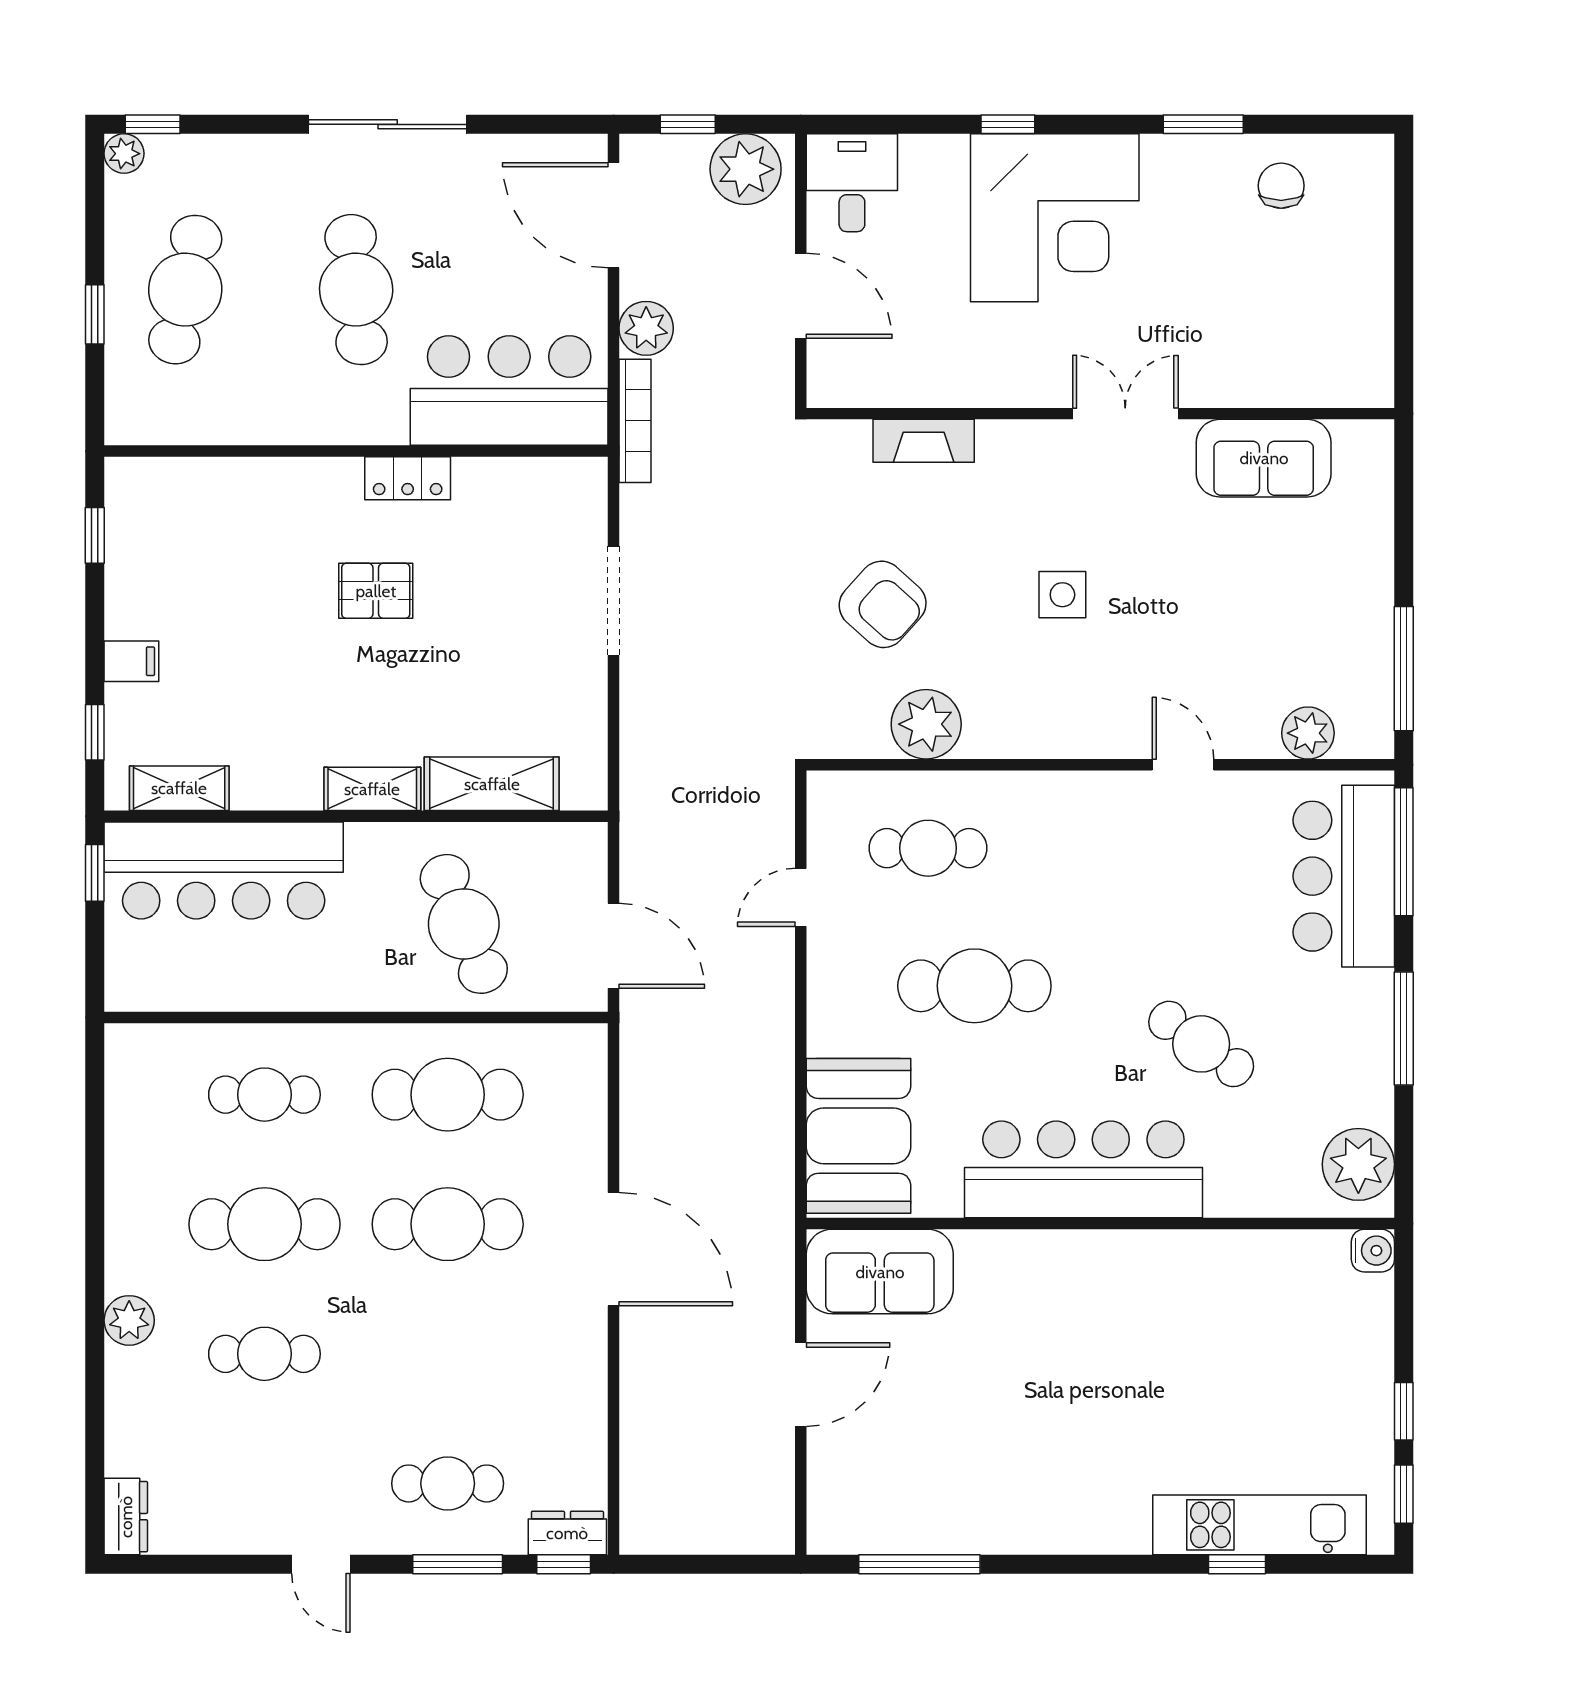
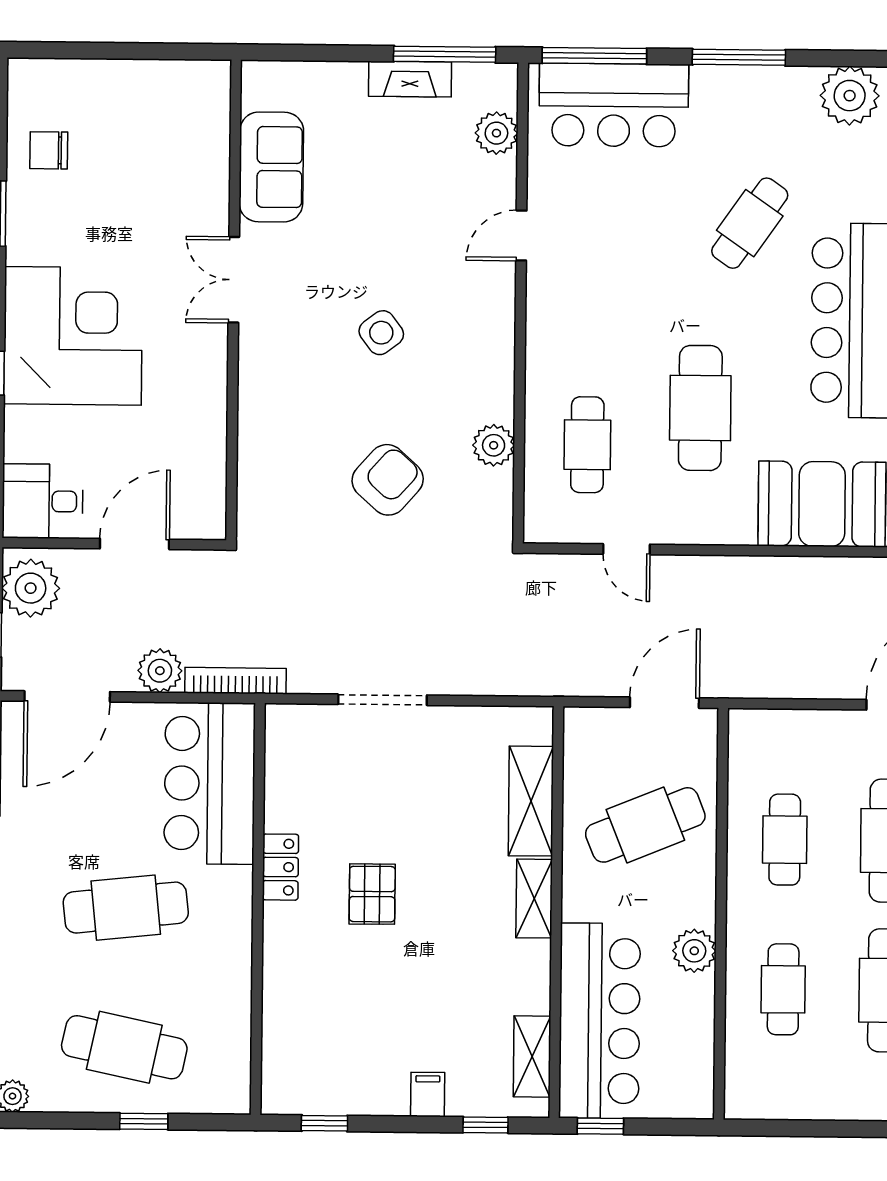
fireplace: (924, 441) -> (410, 79), moved, turned 90
side table: (1062, 595) -> (381, 333), turned -37
plant: (926, 724) -> (494, 445), width x0.73, depth x0.73
plant: (310, 985) -> (694, 951), added
cafe table: (448, 1095) -> (785, 840), width x0.73, depth x0.74

